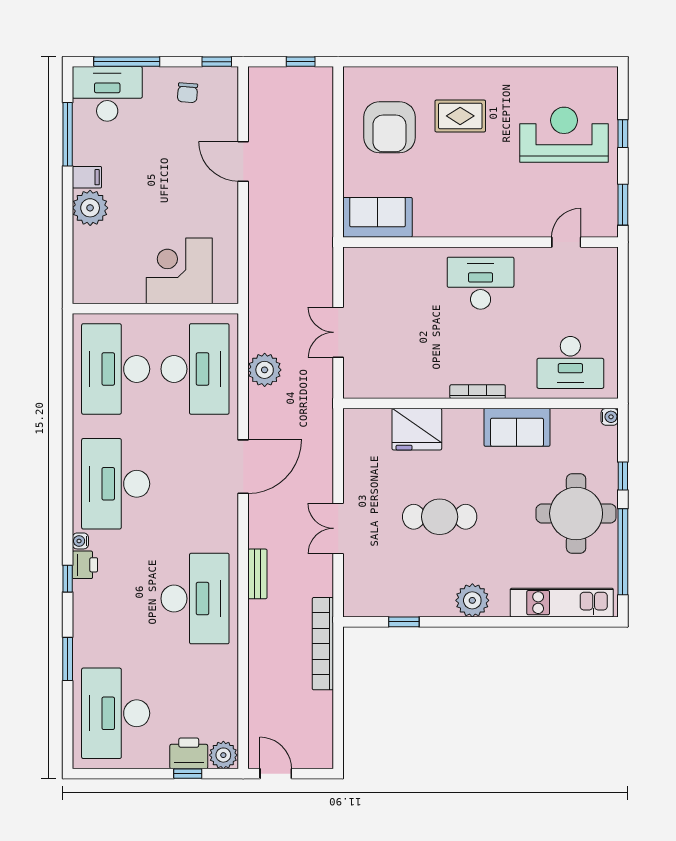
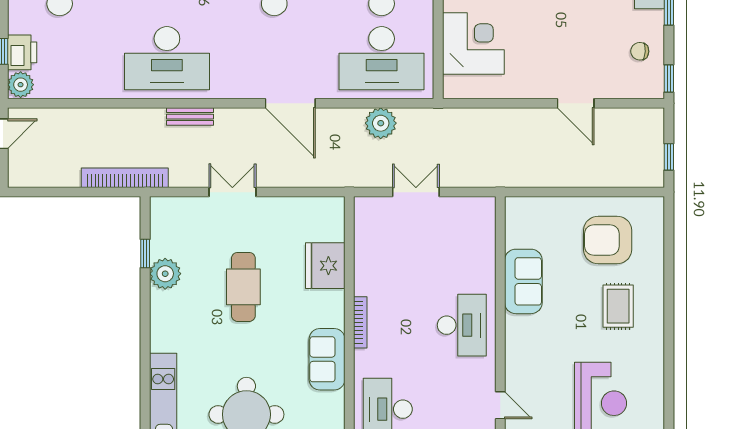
door: (243, 161) -> (576, 103), swing flipped
sofa: (378, 217) -> (523, 281), moved
plant: (472, 600) -> (165, 274), moved

